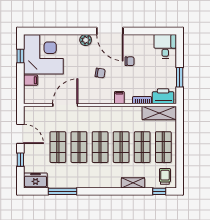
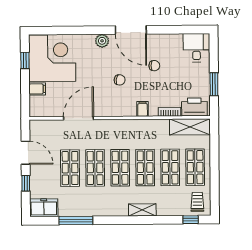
shelving: (133, 183) -> (142, 210), moved

